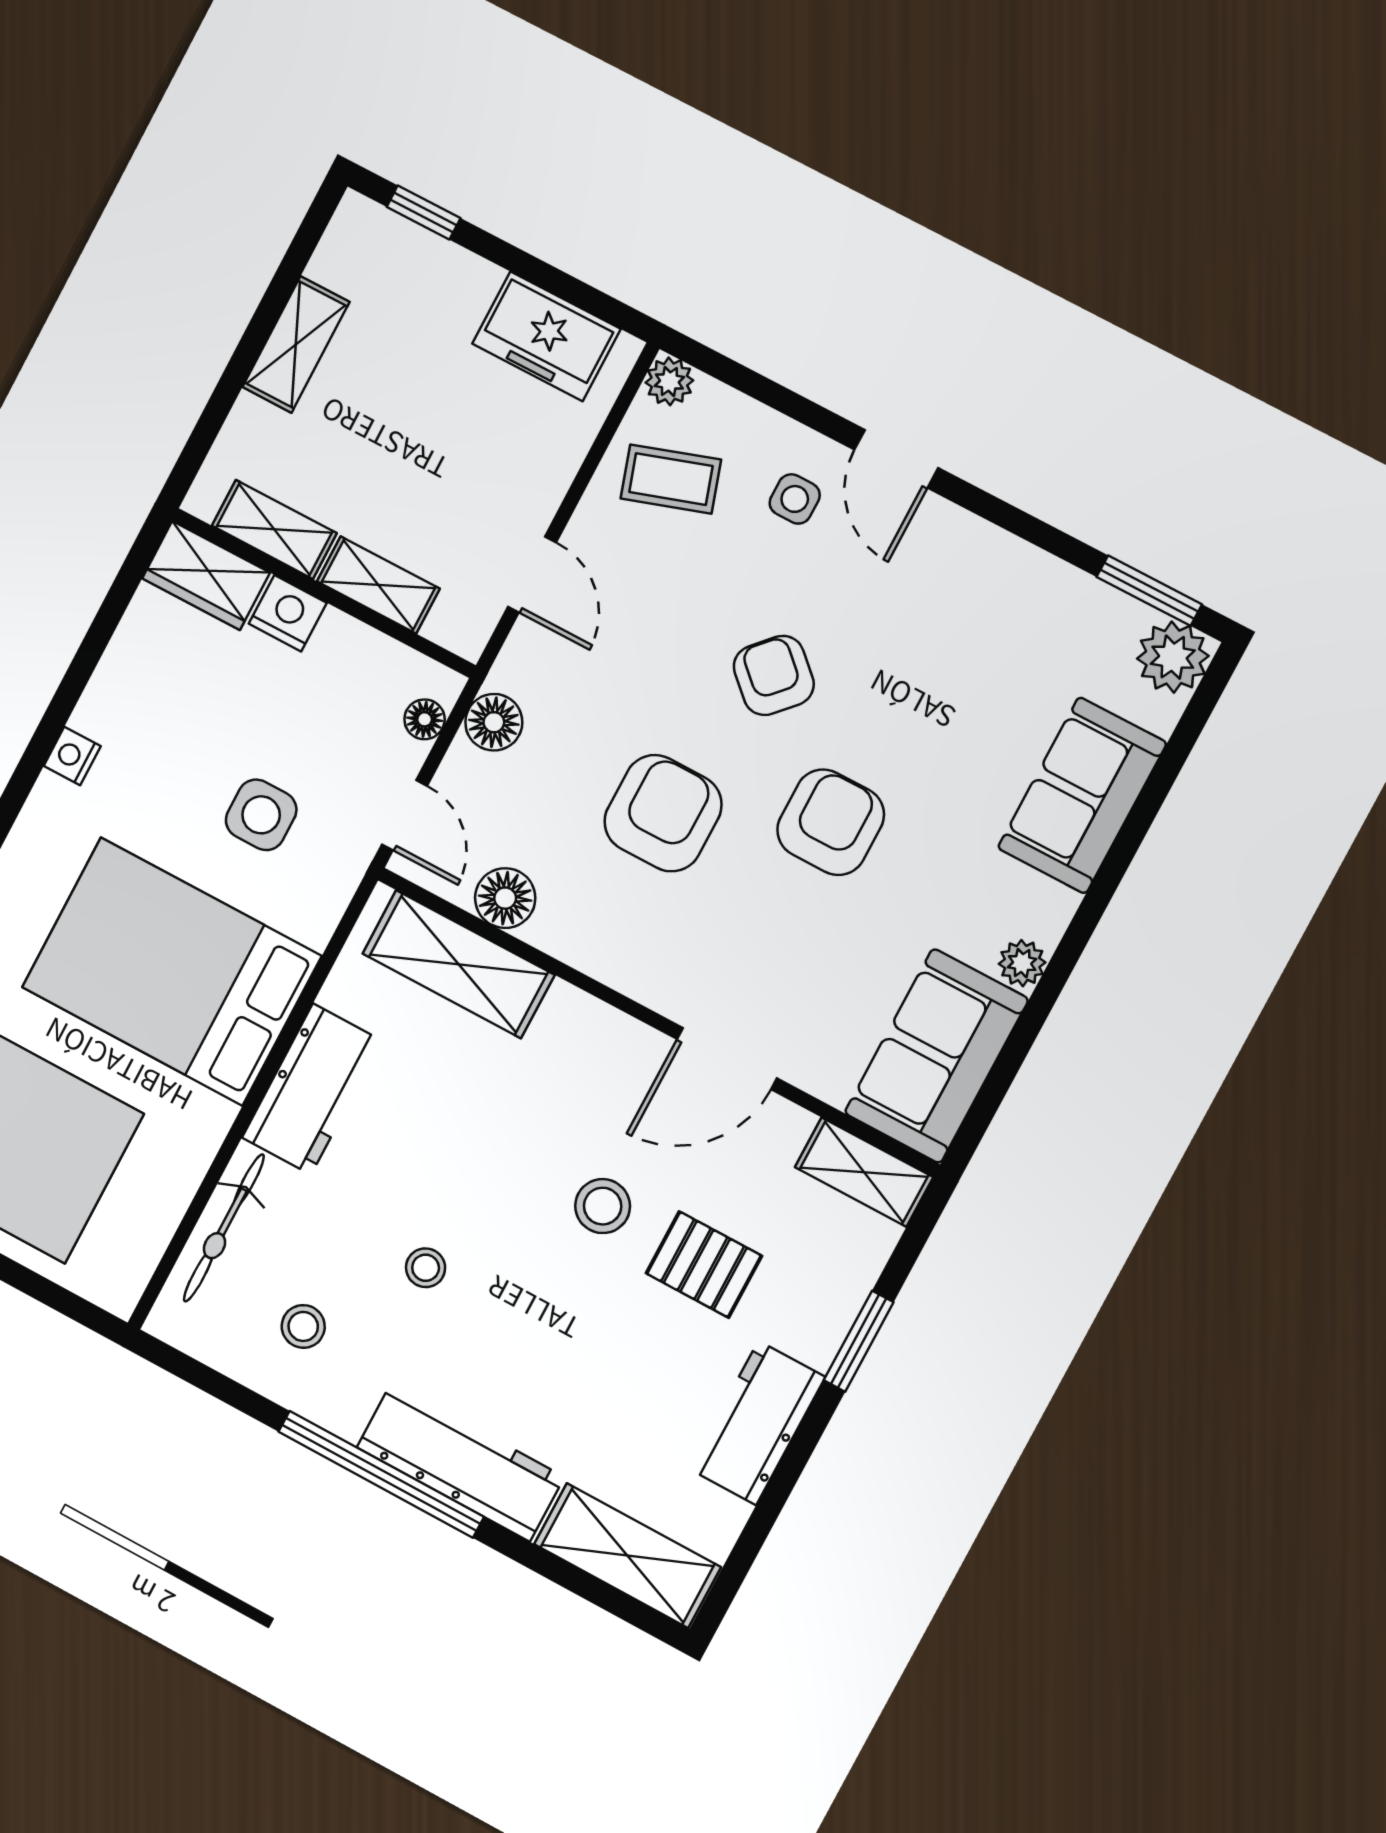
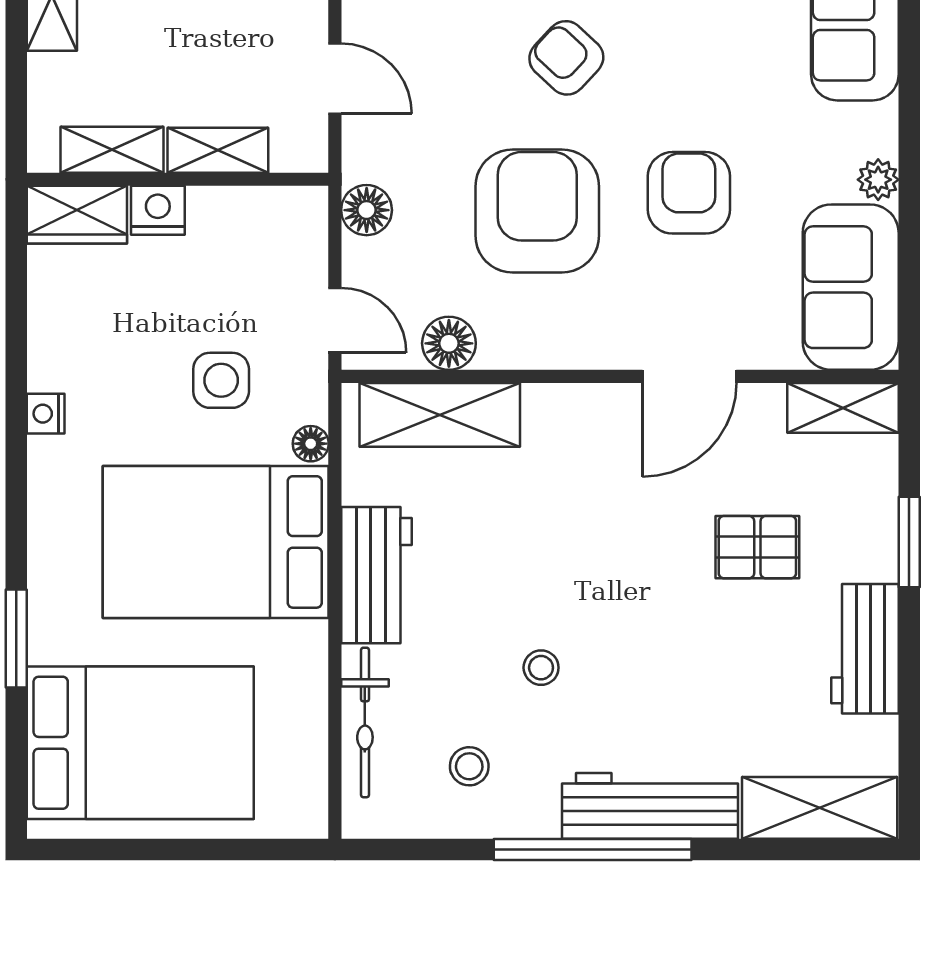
floor lamp: (425, 719) -> (311, 444), moved
armchair: (663, 813) -> (537, 211), width x1.36, depth x1.36
armchair: (831, 822) -> (689, 193), moved
stool: (603, 1206) -> (654, 544), removed

